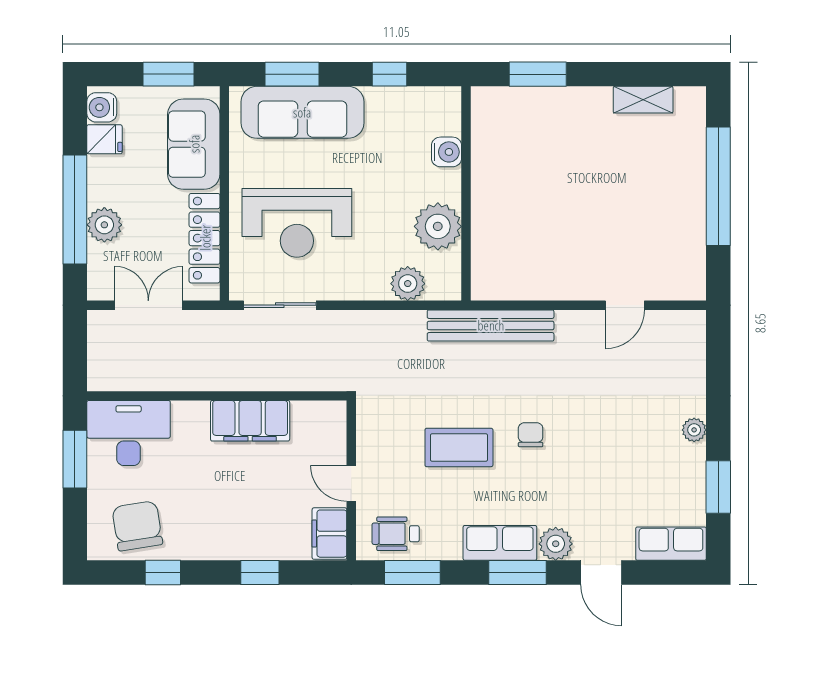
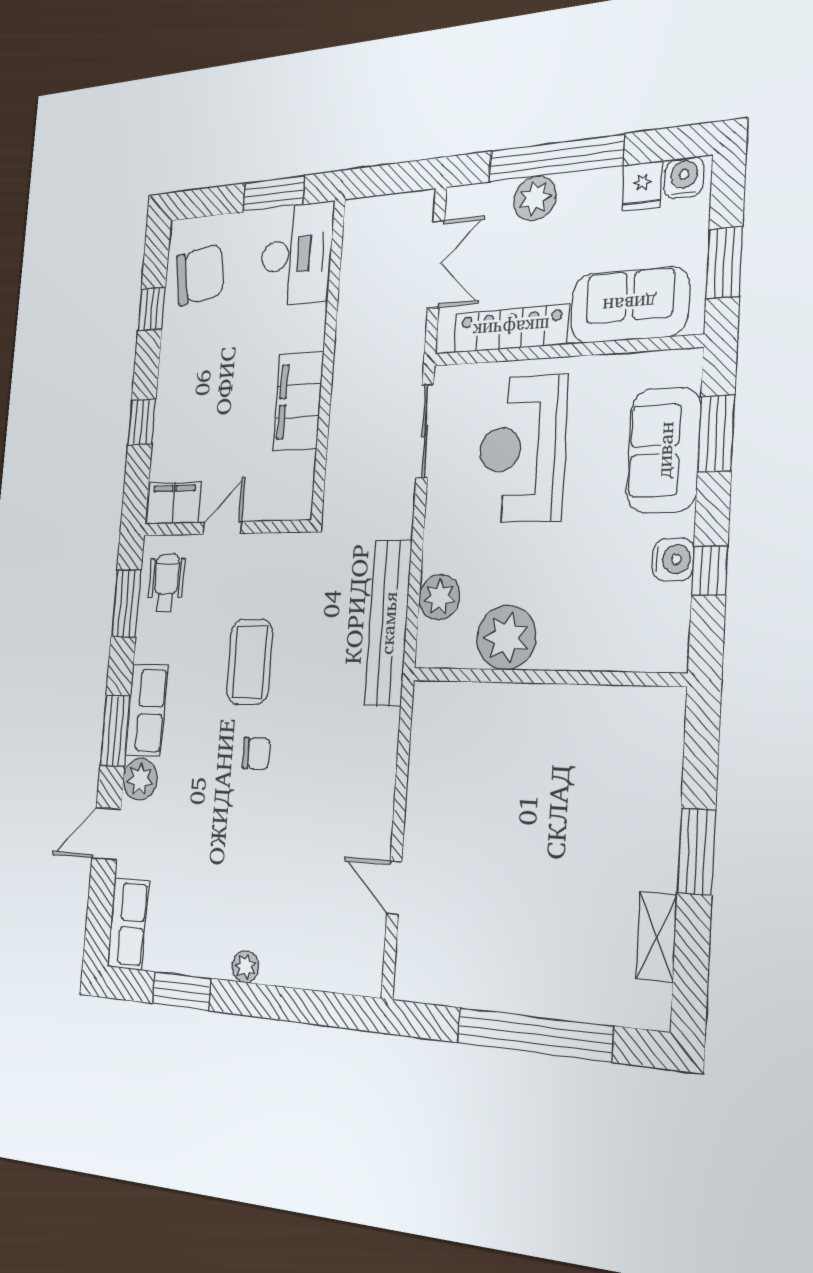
window: (538, 74) -> (696, 851), moved
sofa: (302, 112) -> (664, 450), width x0.73
water cooler: (446, 152) -> (673, 559), moved, turned -90
bench: (491, 325) -> (388, 623), moved

